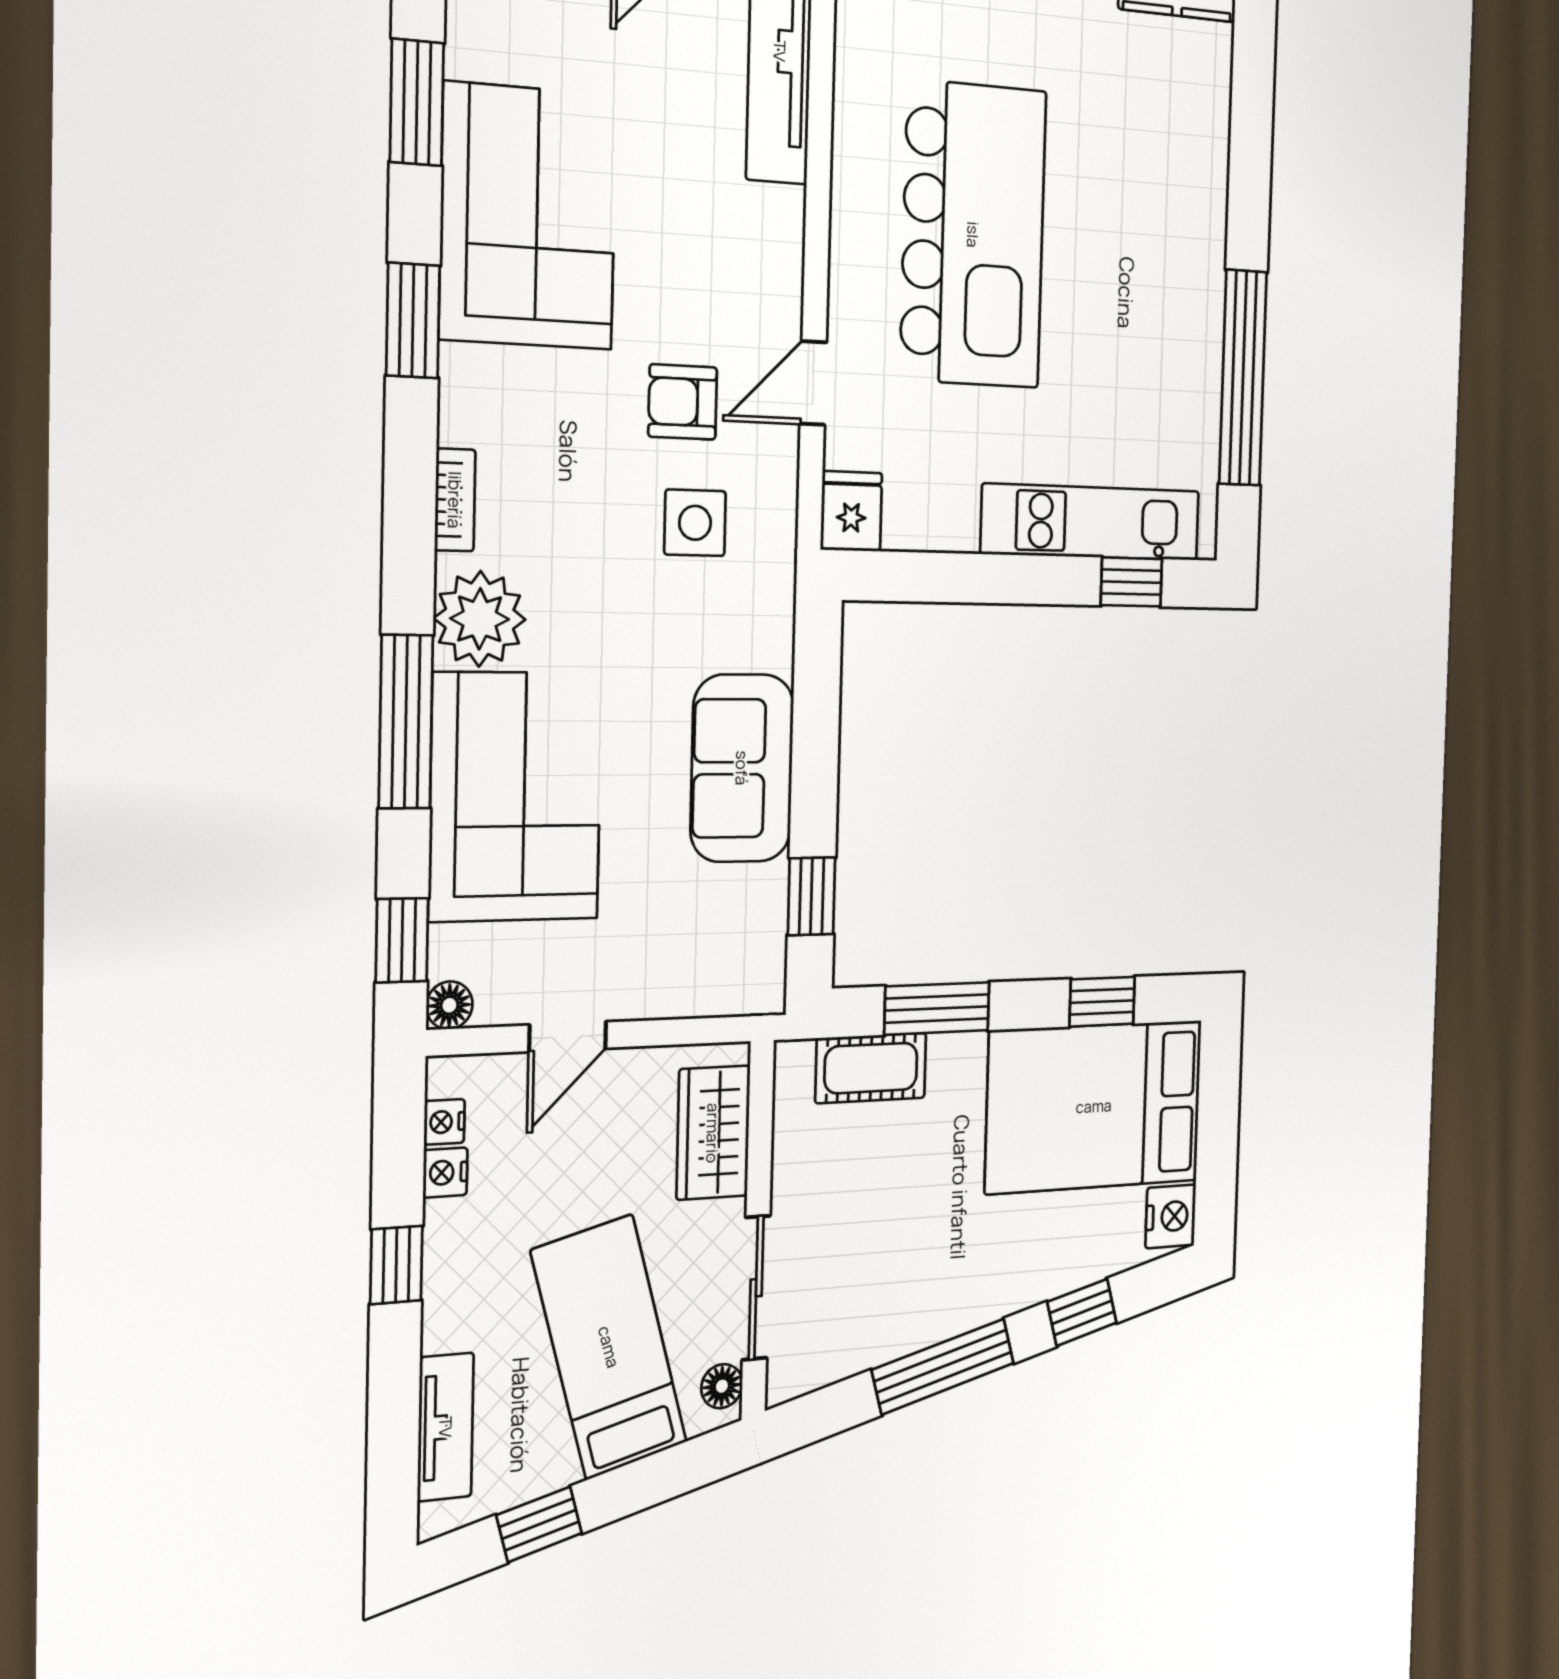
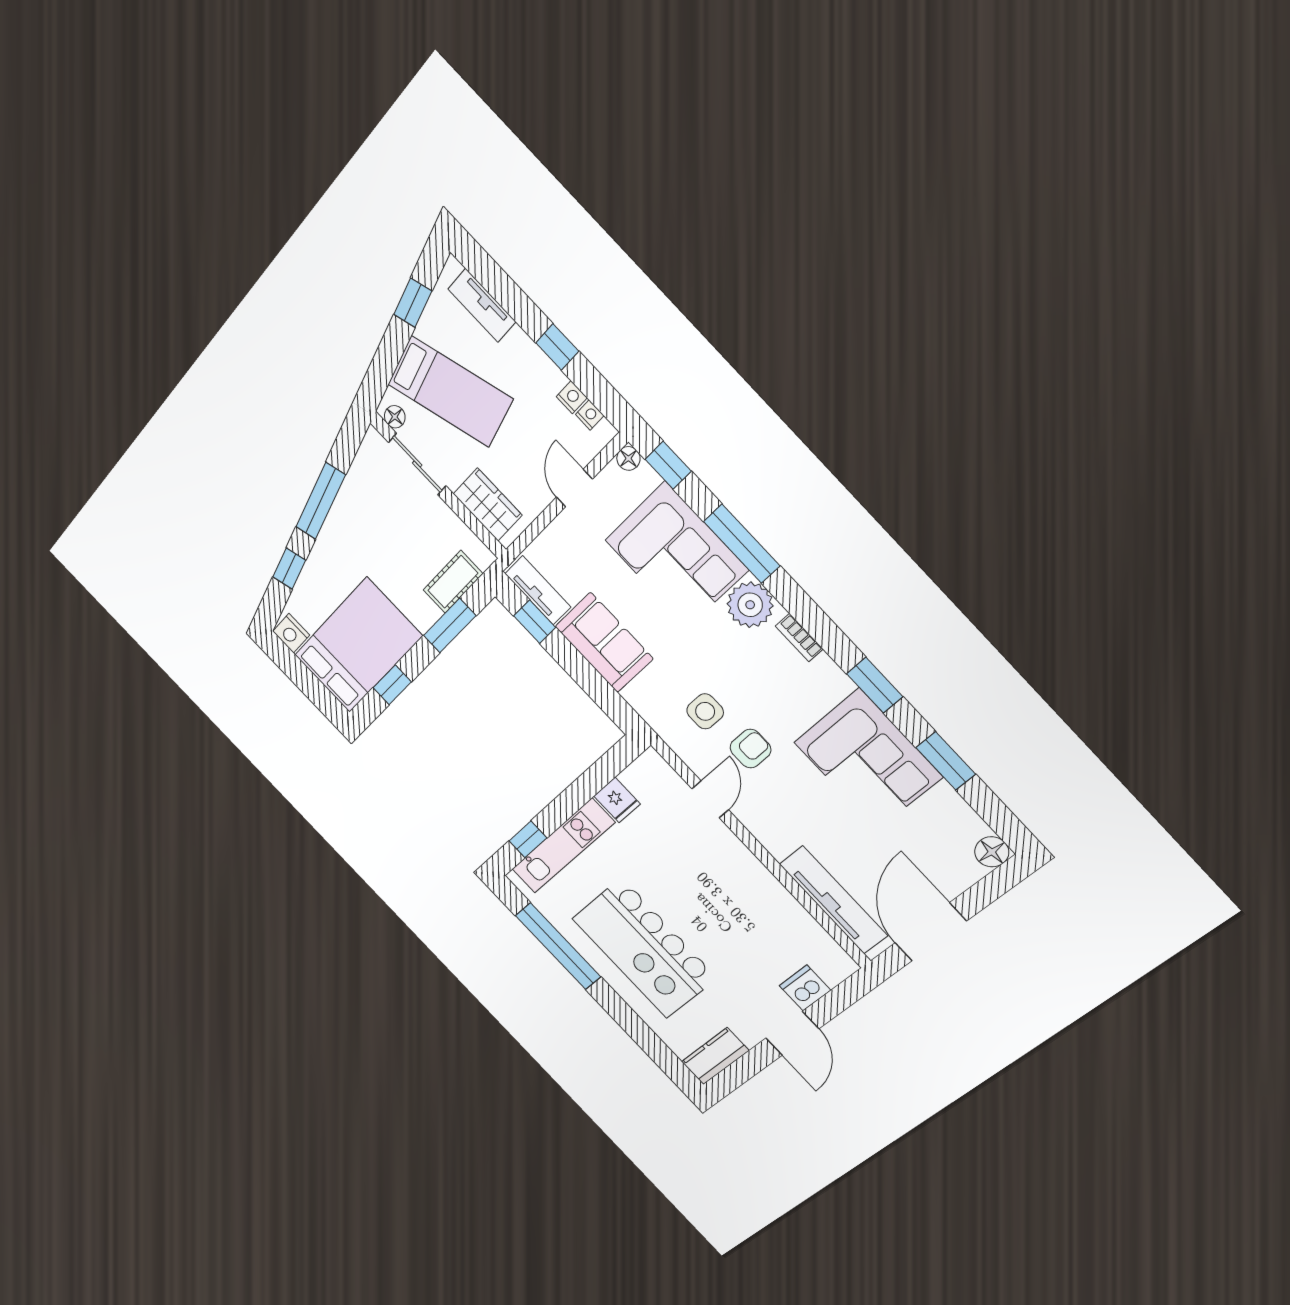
kitchen island: (973, 235) -> (644, 948), moved
fridge: (851, 511) -> (617, 800), moved
tv unit: (762, 938) -> (538, 590), added

